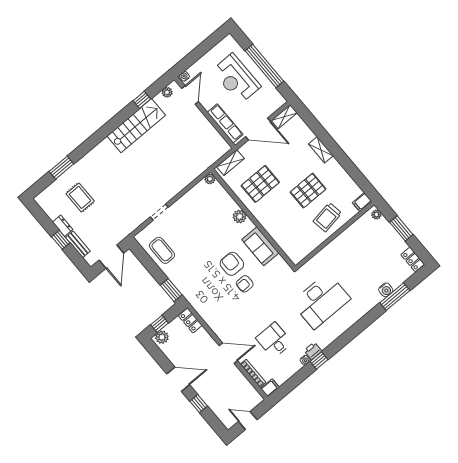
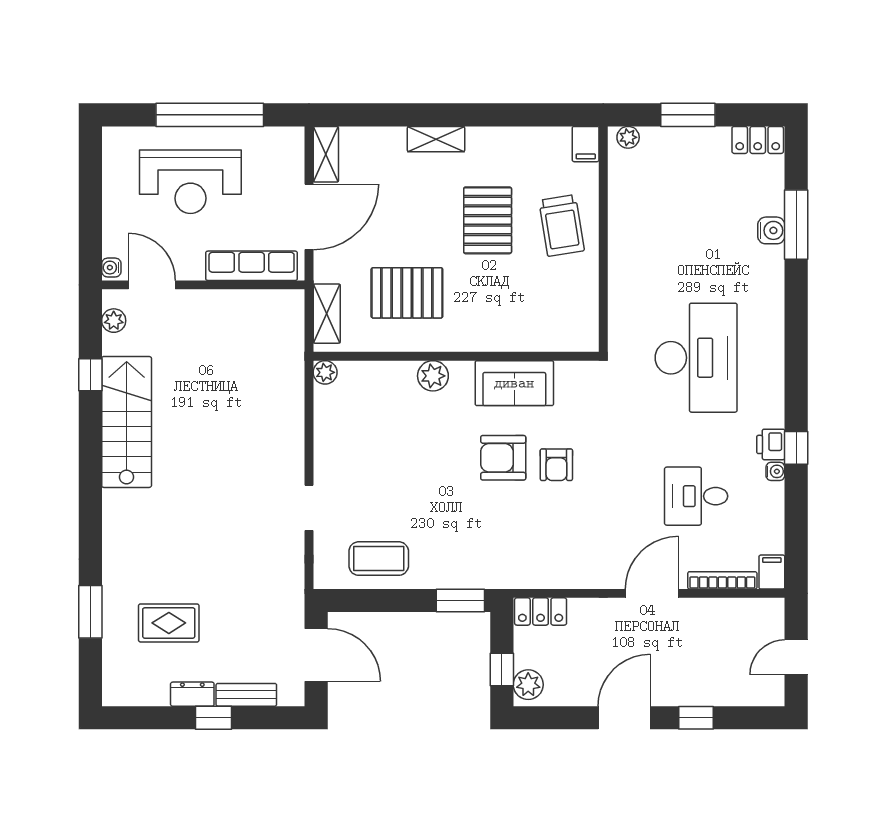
pallet: (260, 184) -> (407, 293), turned 90

